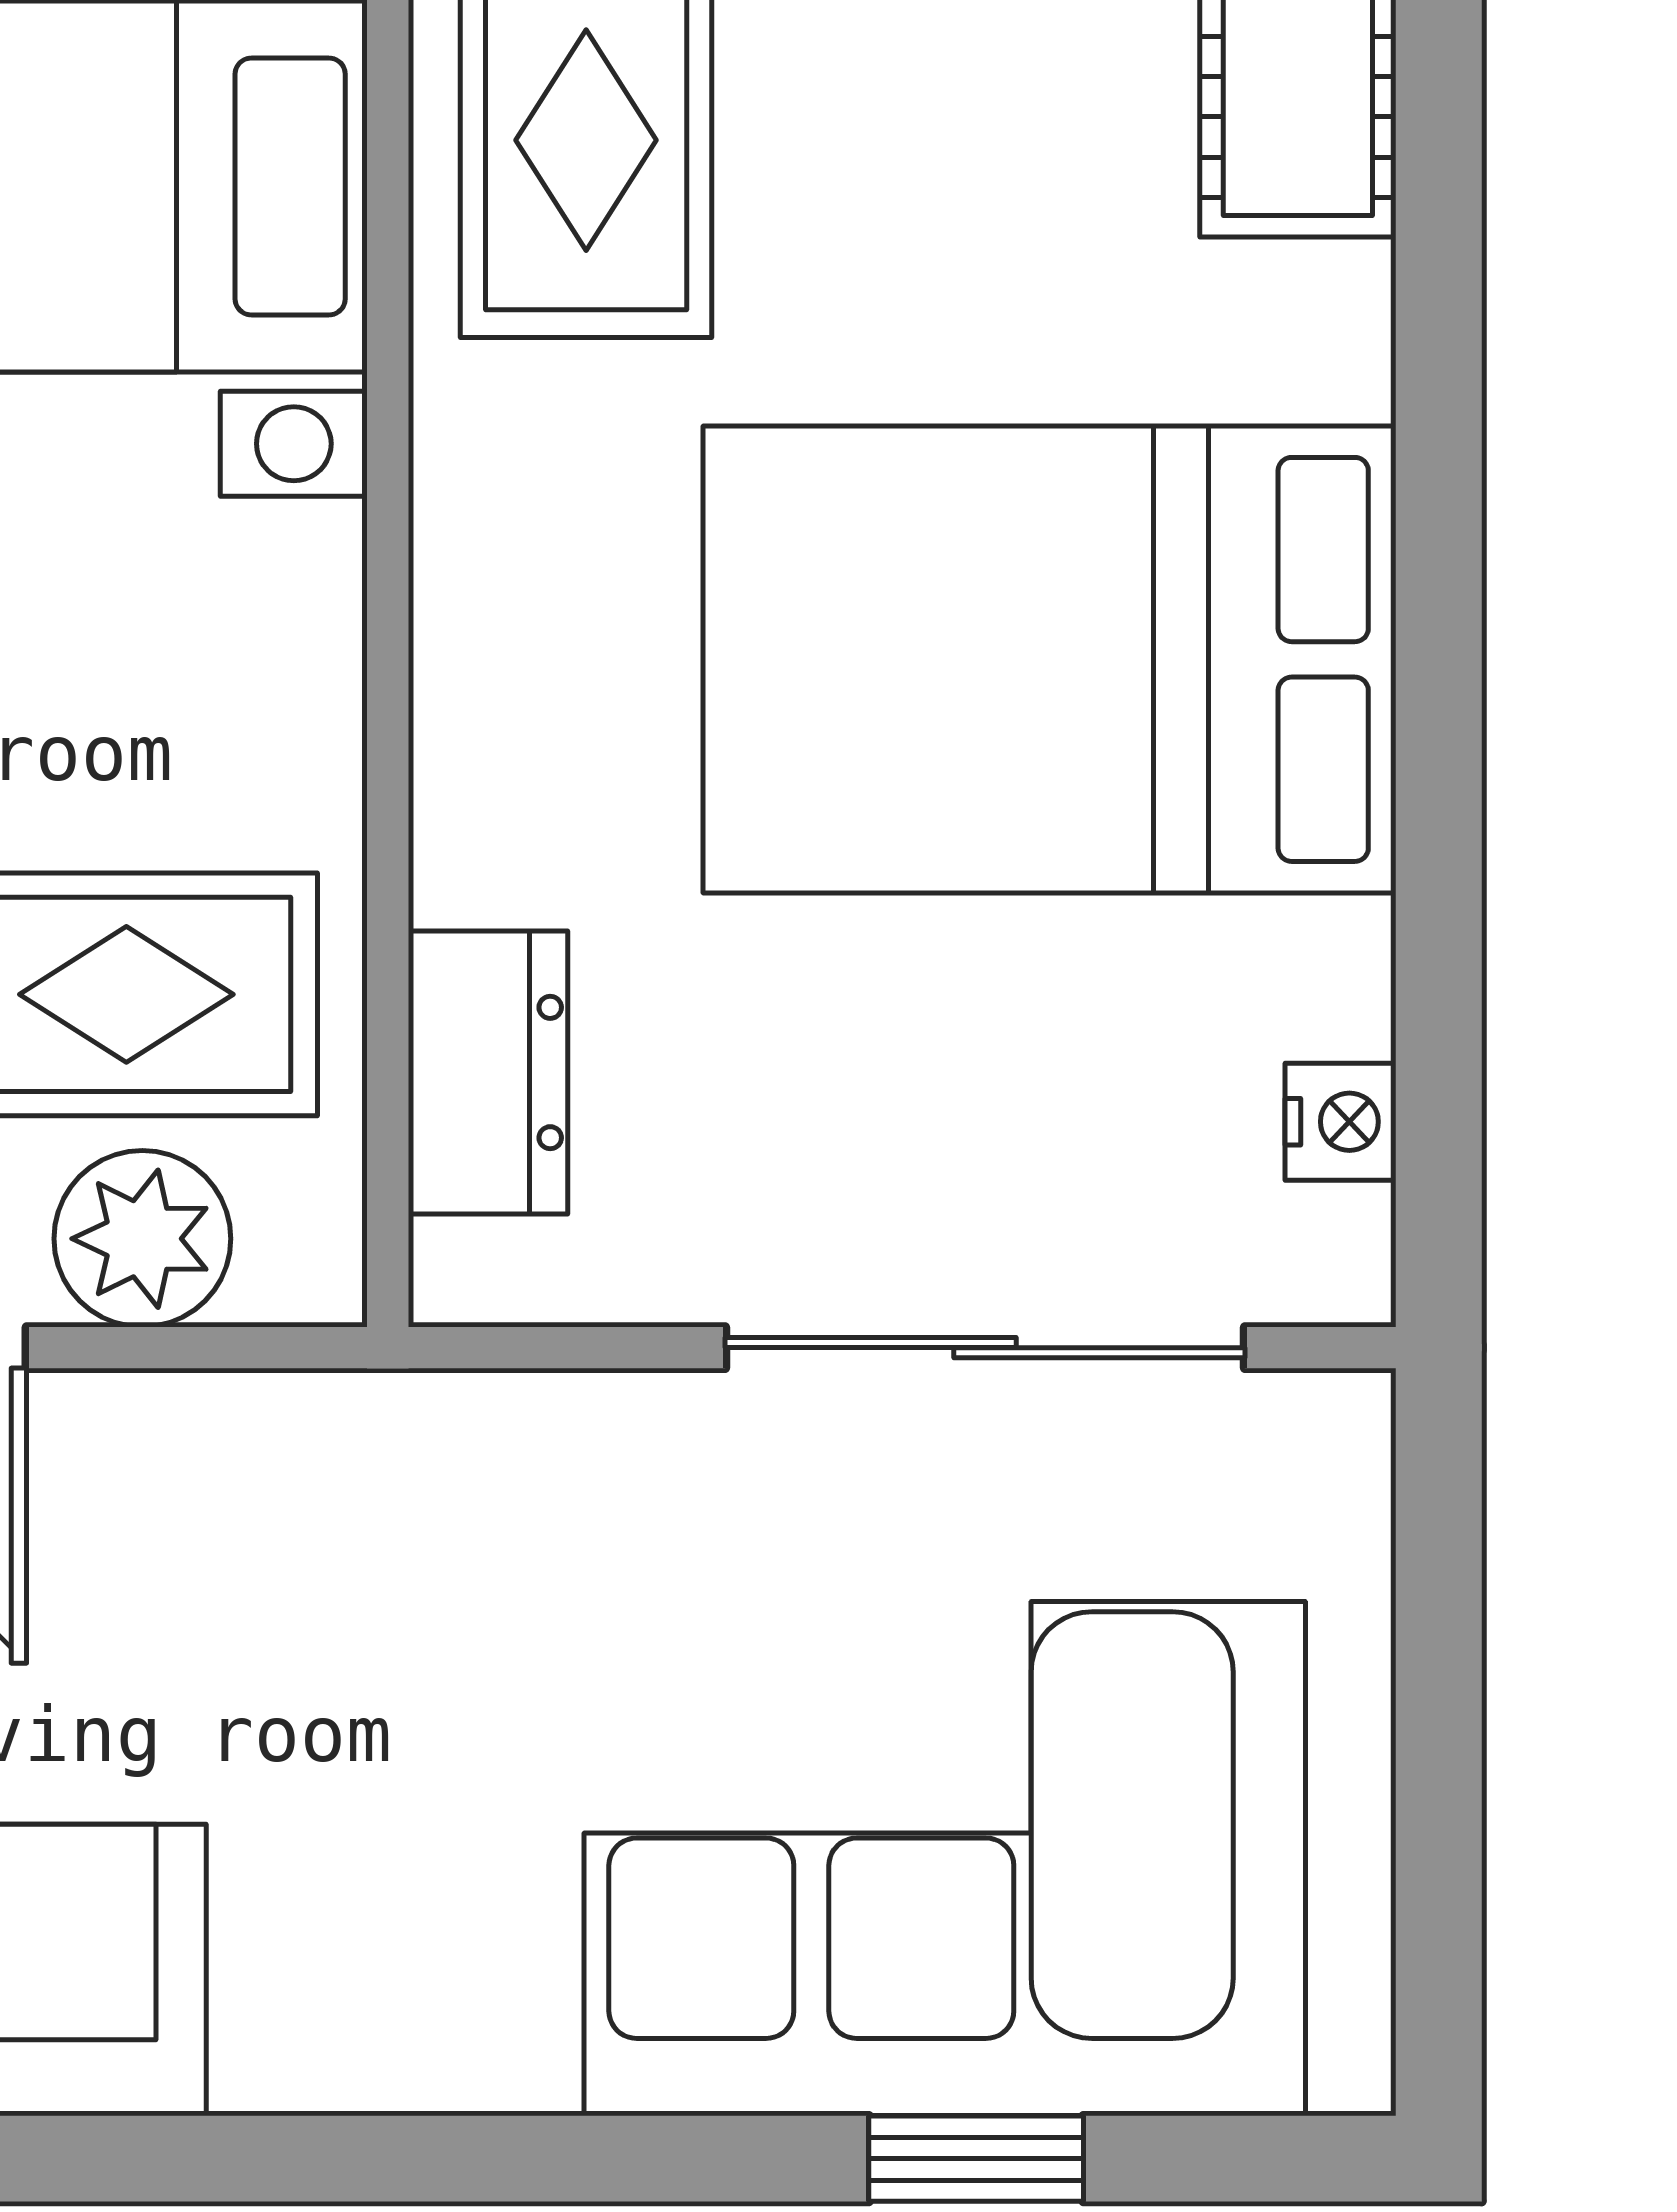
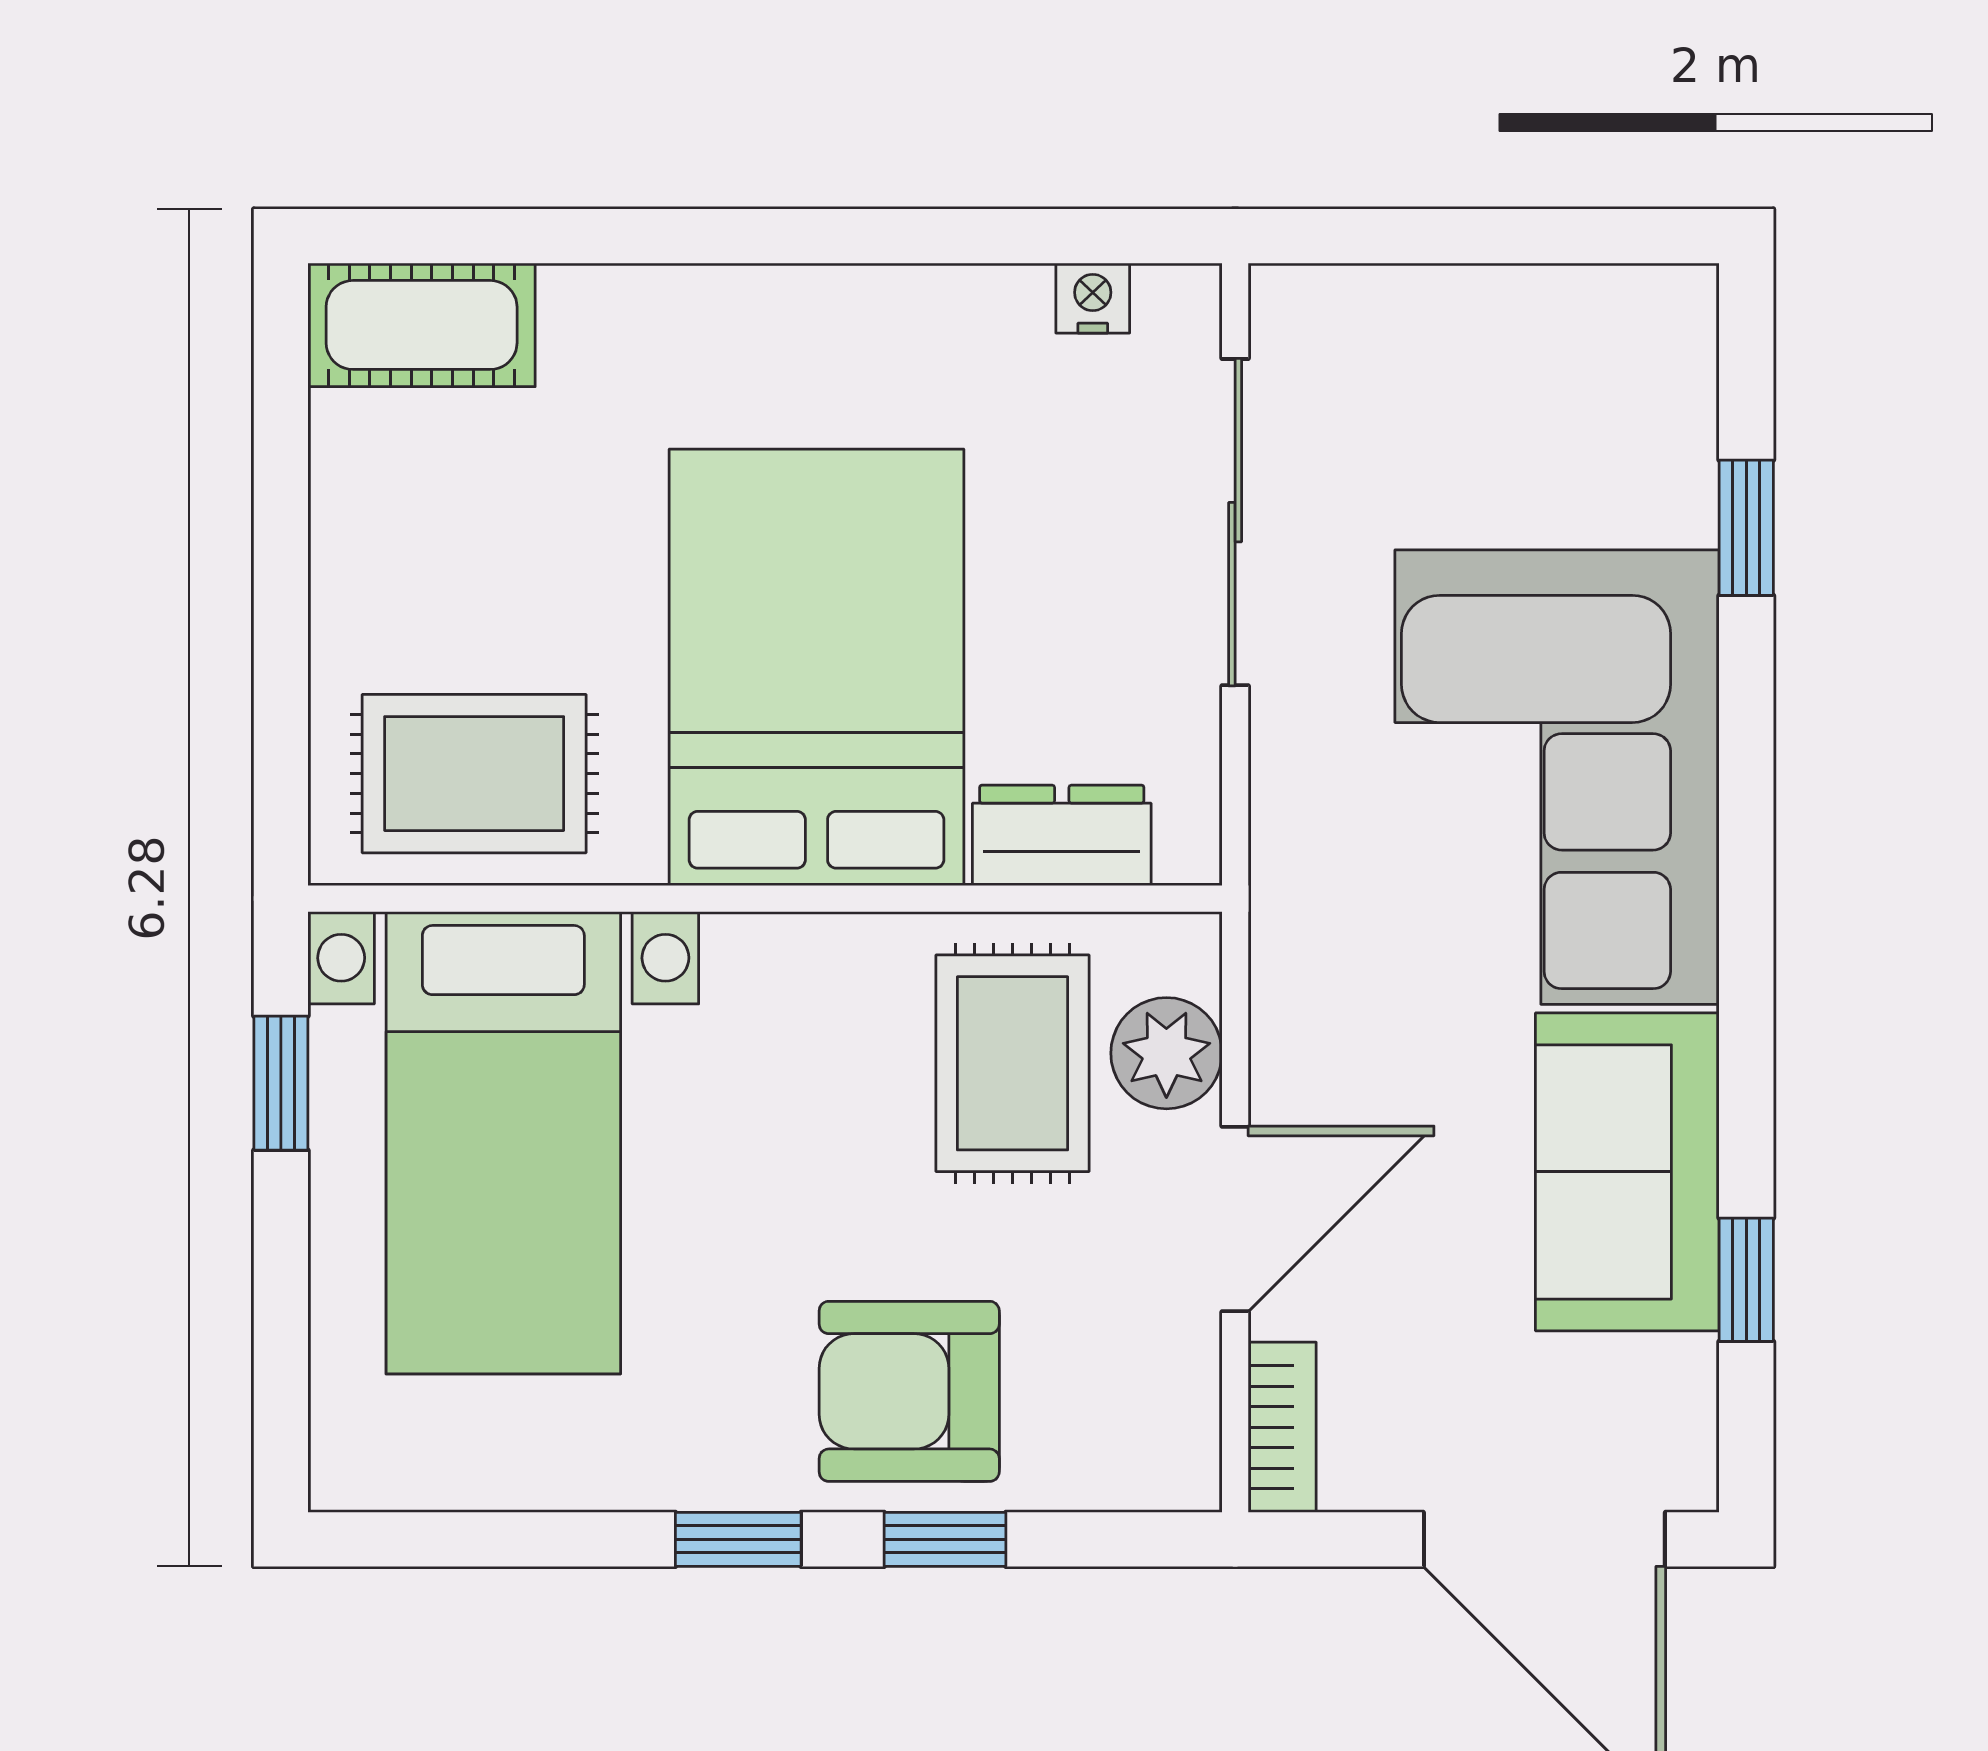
bed: (1050, 659) -> (816, 667), moved, turned 180
corner sofa: (945, 1858) -> (1557, 777), moved

